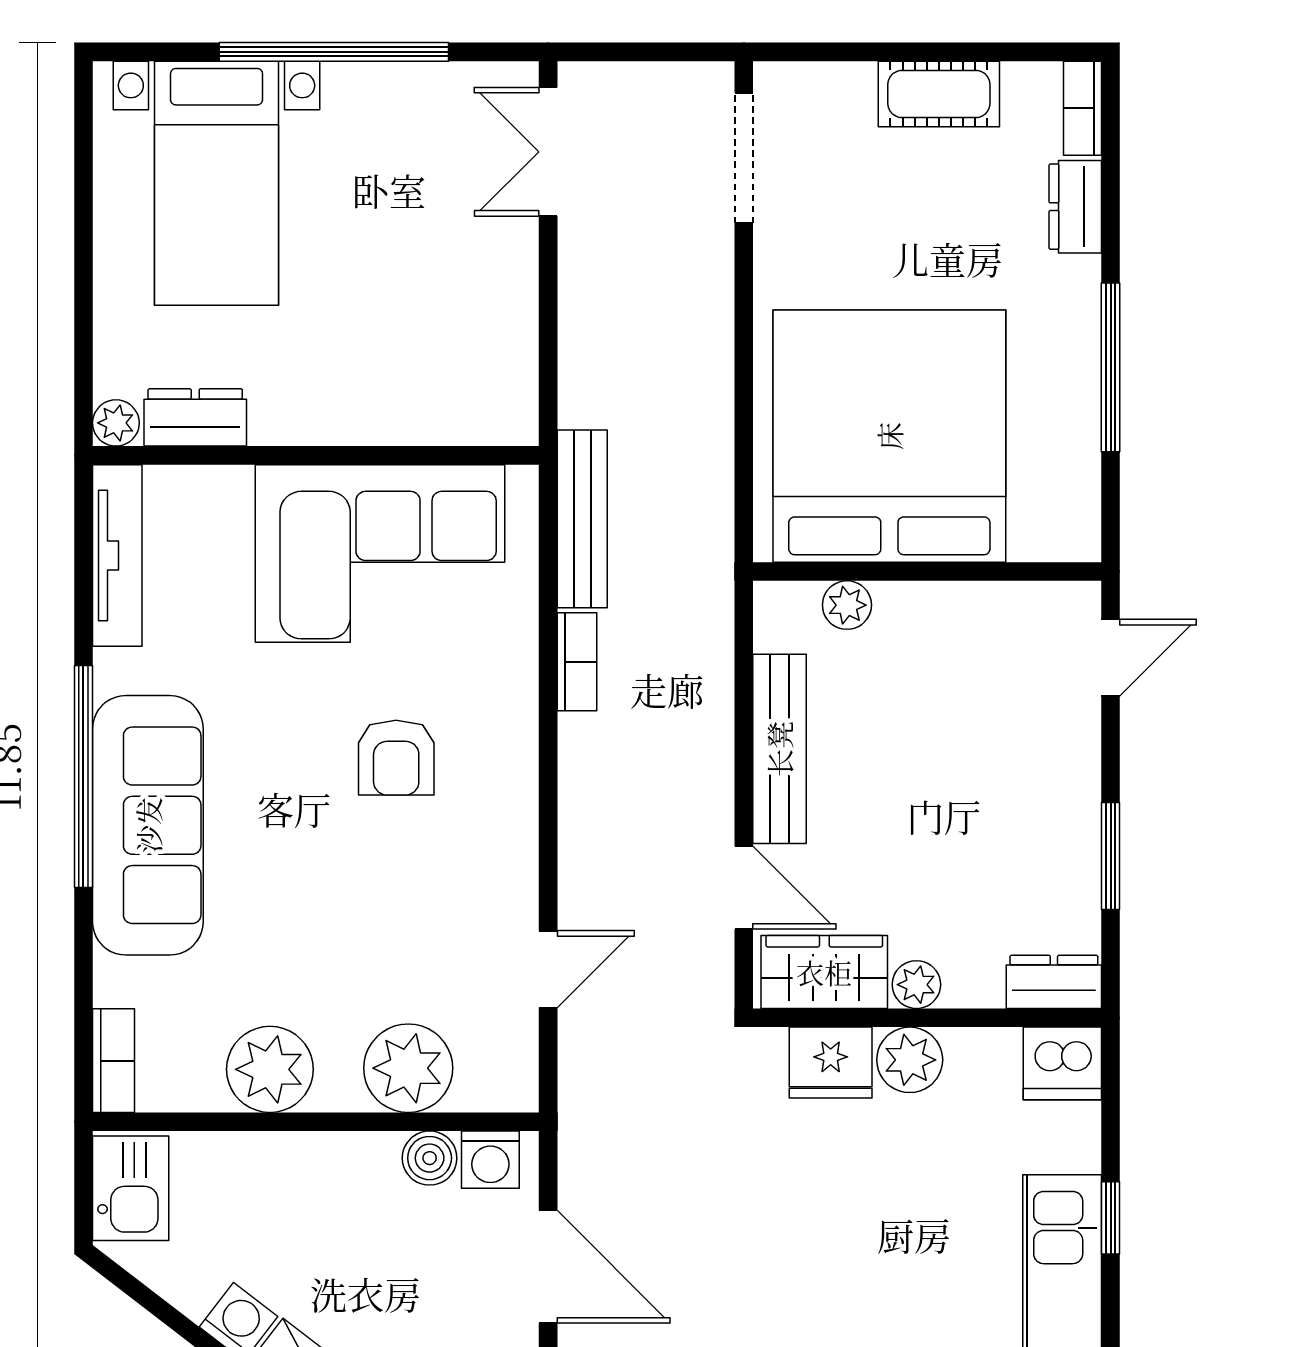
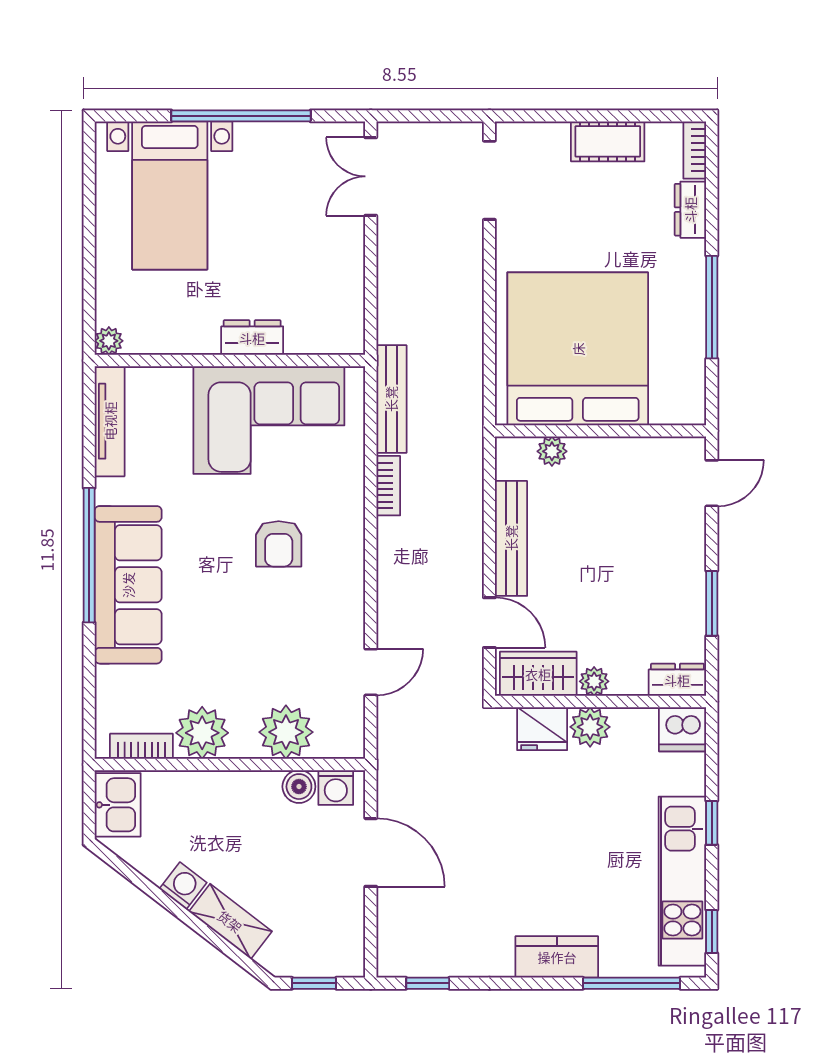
dresser: (195, 417) -> (252, 338), moved
bookcase: (113, 1061) -> (141, 746), moved, turned -90

